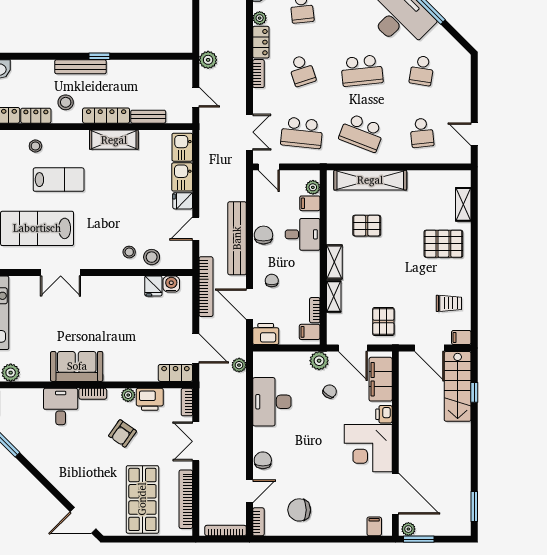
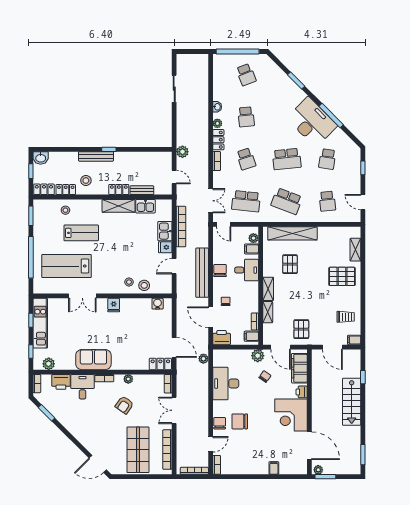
window: (474, 84) -> (363, 168), added
locker: (106, 116) -> (119, 189), width x0.66
kitchen sink: (182, 147) -> (145, 206), moved, turned -90
pallet: (367, 226) -> (290, 264), turned 90
fridge: (153, 286) -> (114, 305), moved
bookcase: (206, 287) -> (181, 227), moved
stairs: (458, 386) -> (352, 402), moved
printer: (150, 399) -> (61, 382), moved
chair: (299, 510) -> (240, 421), moved
filing cabinet: (374, 526) -> (274, 468), moved

